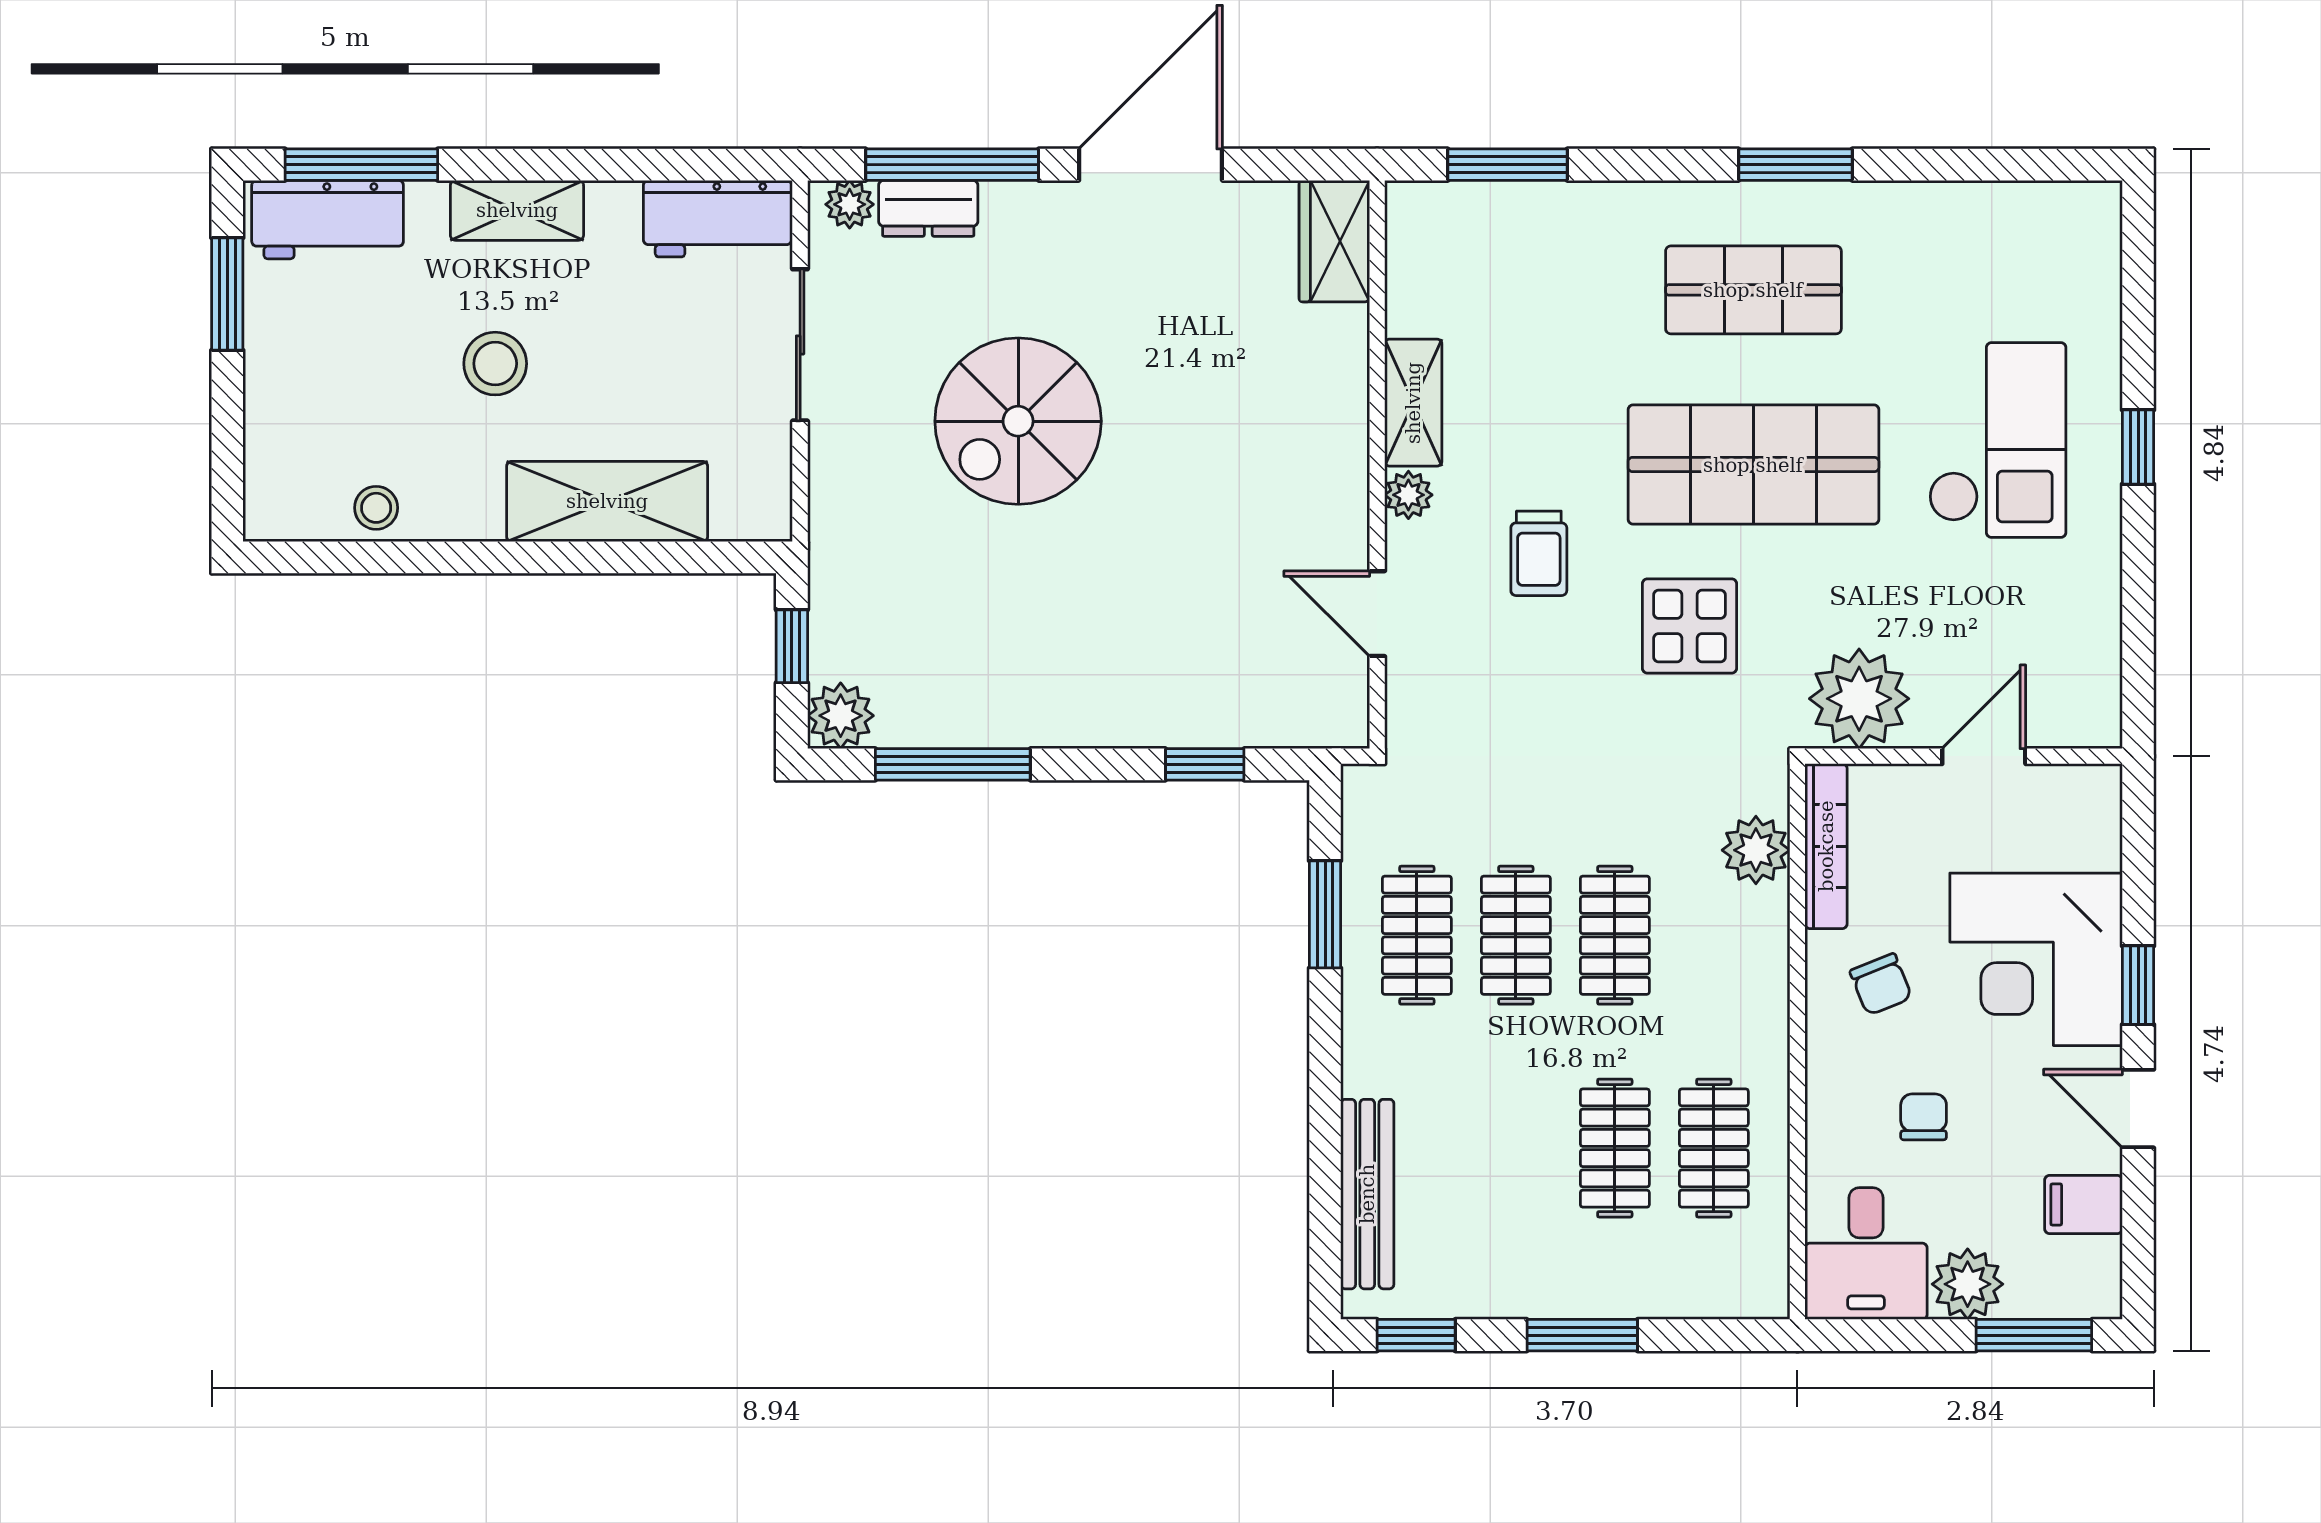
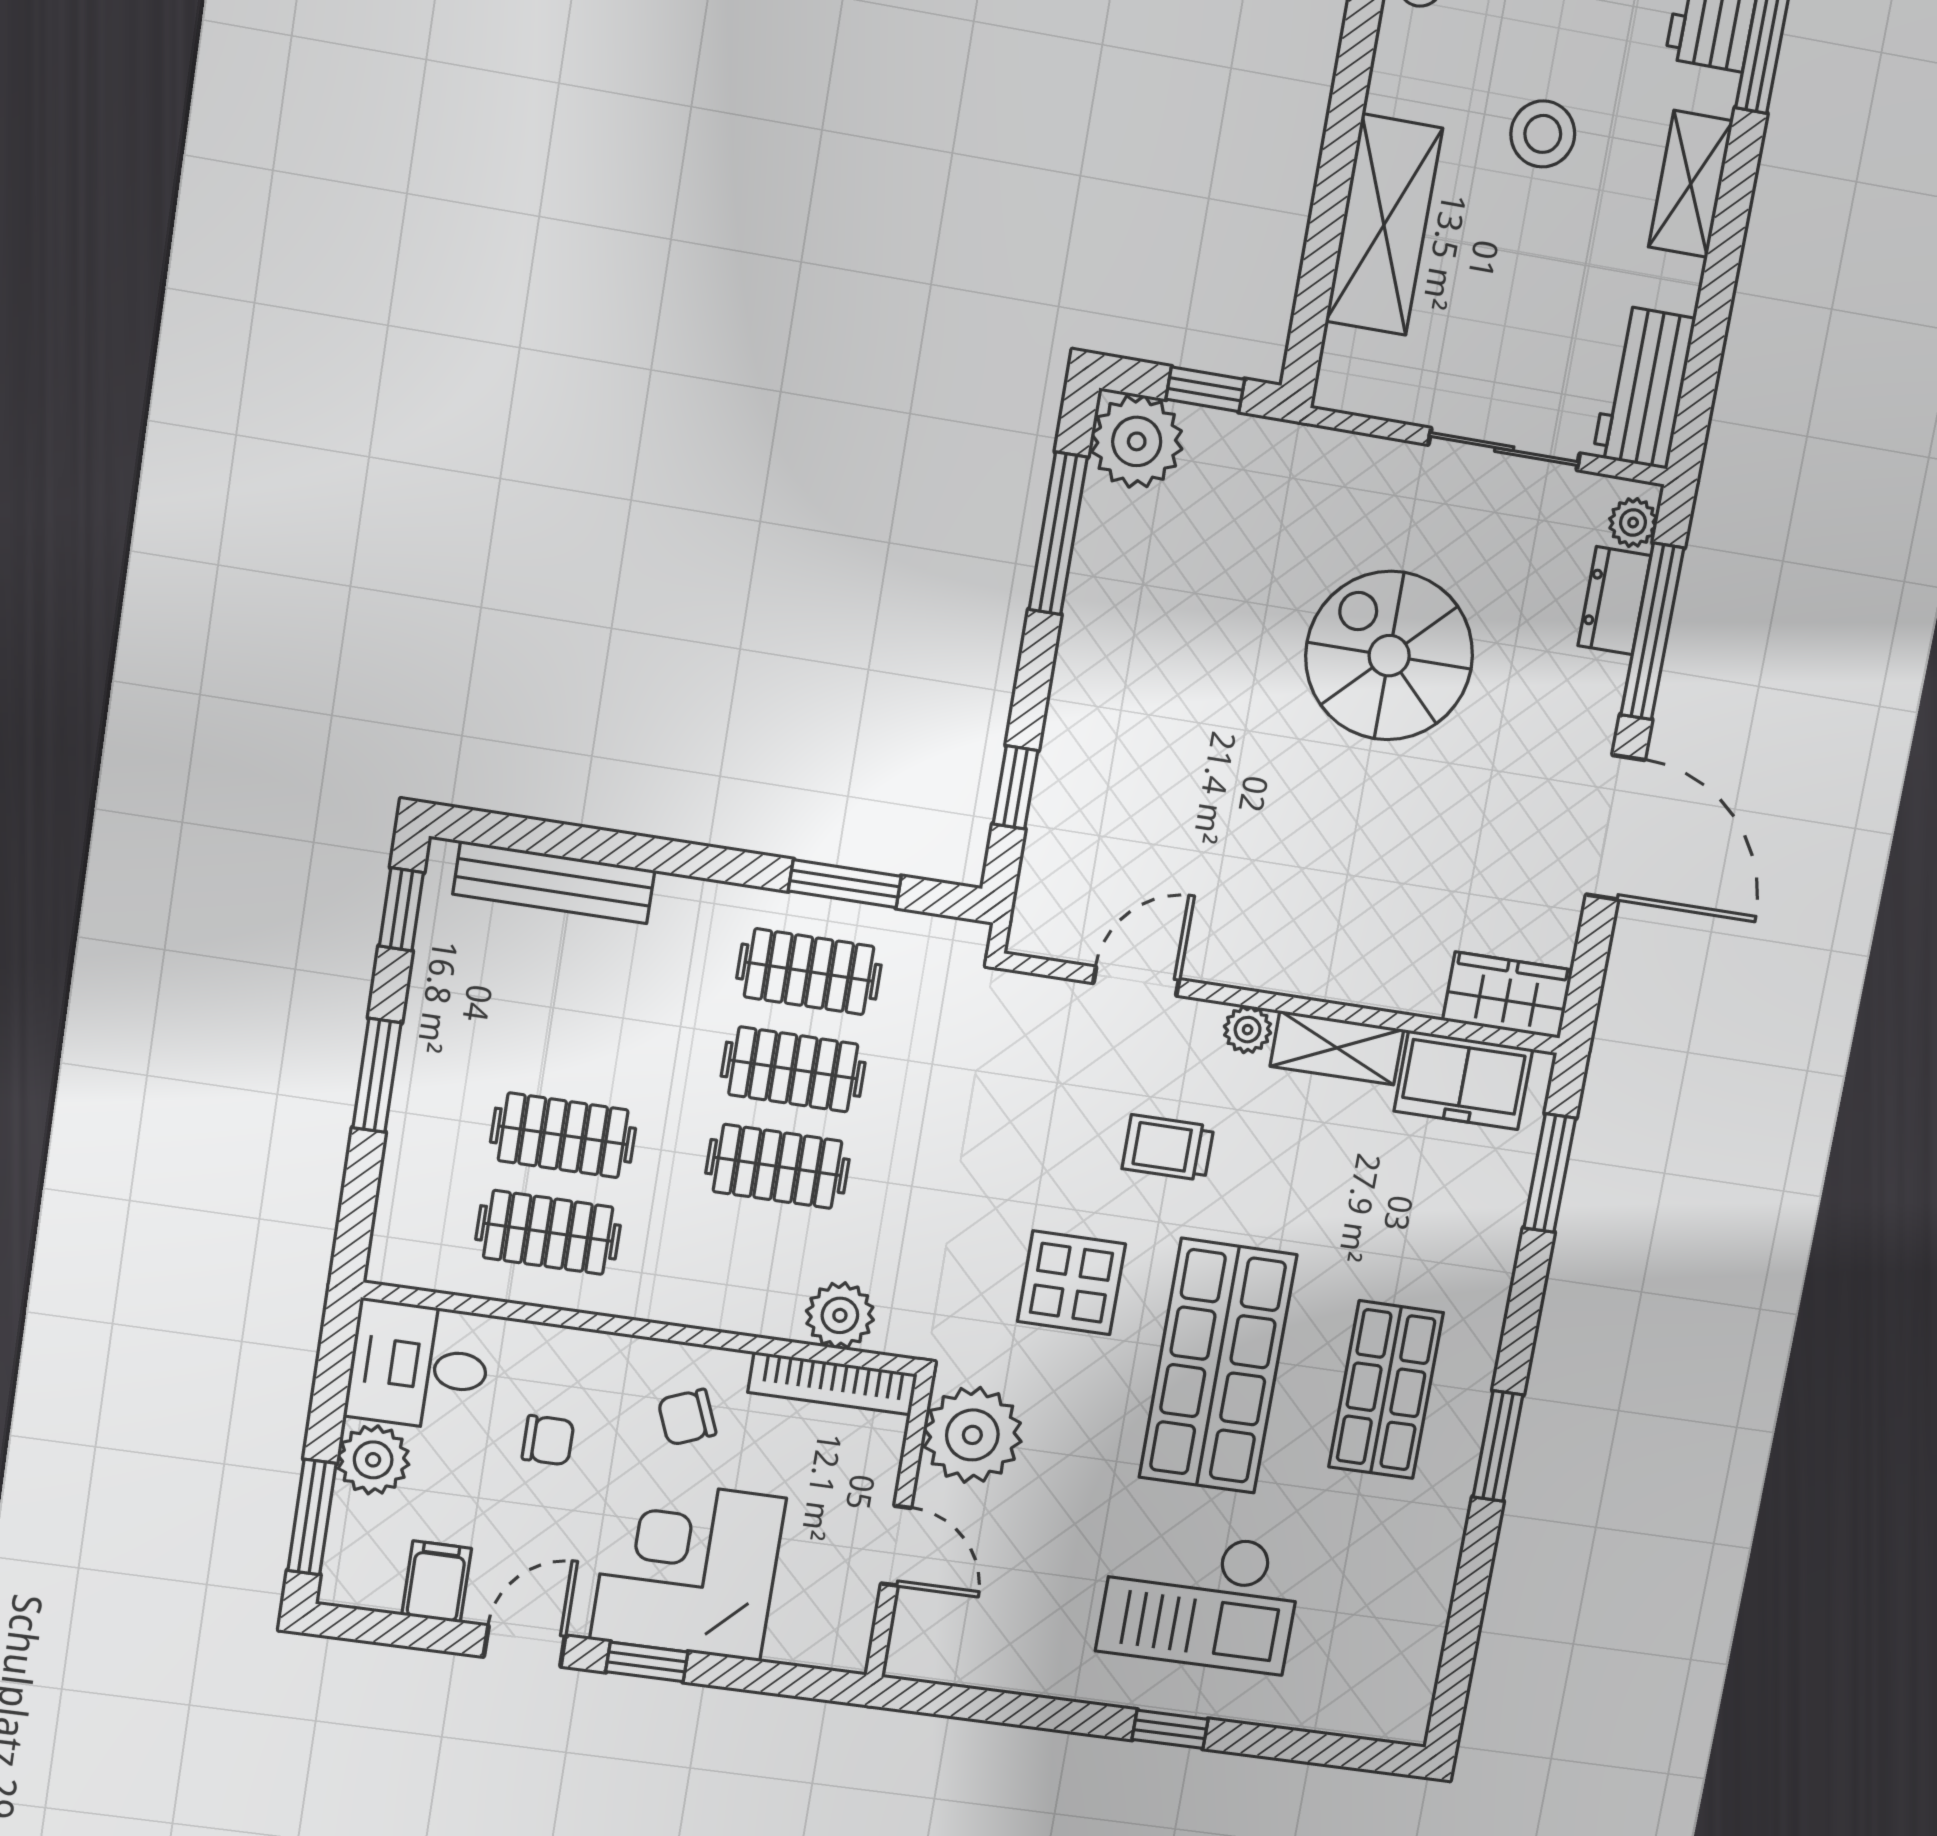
freezer: (1426, 270) -> (1463, 1080), added
plant: (841, 716) -> (1137, 441), width x1.36, depth x1.36

